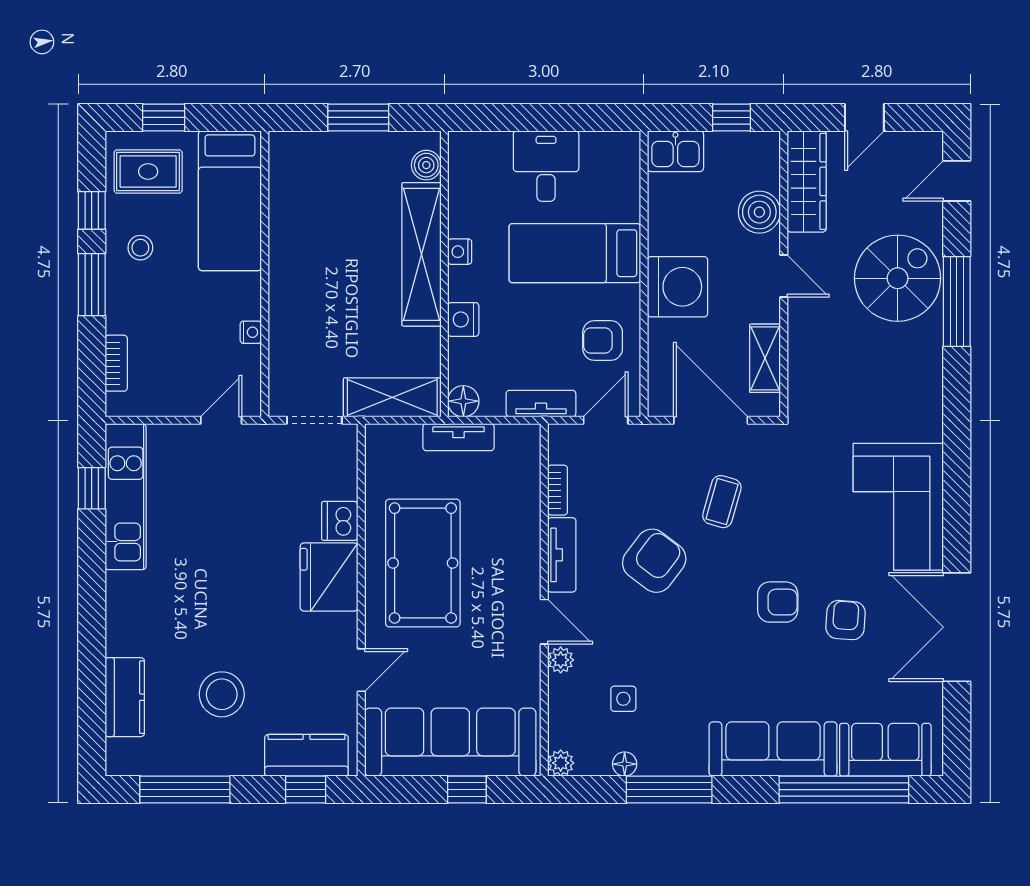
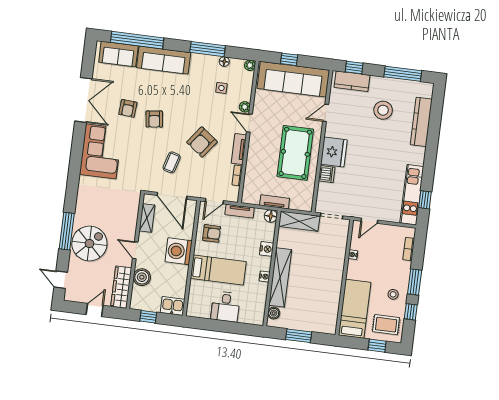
door: (957, 181) -> (61, 280), swing flipped
spiral stairs: (898, 278) -> (89, 243), turned 180
armchair: (778, 602) -> (154, 119), turned -97
kitchen counter: (125, 697) -> (421, 122), width x1.50

